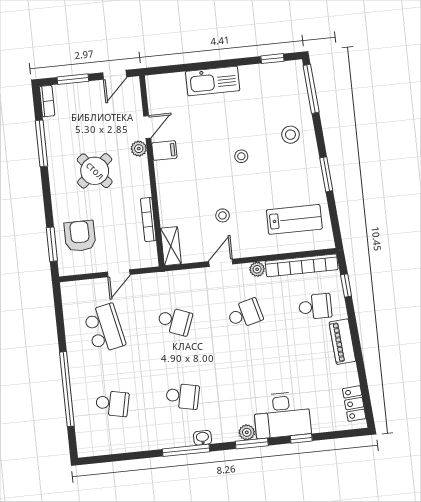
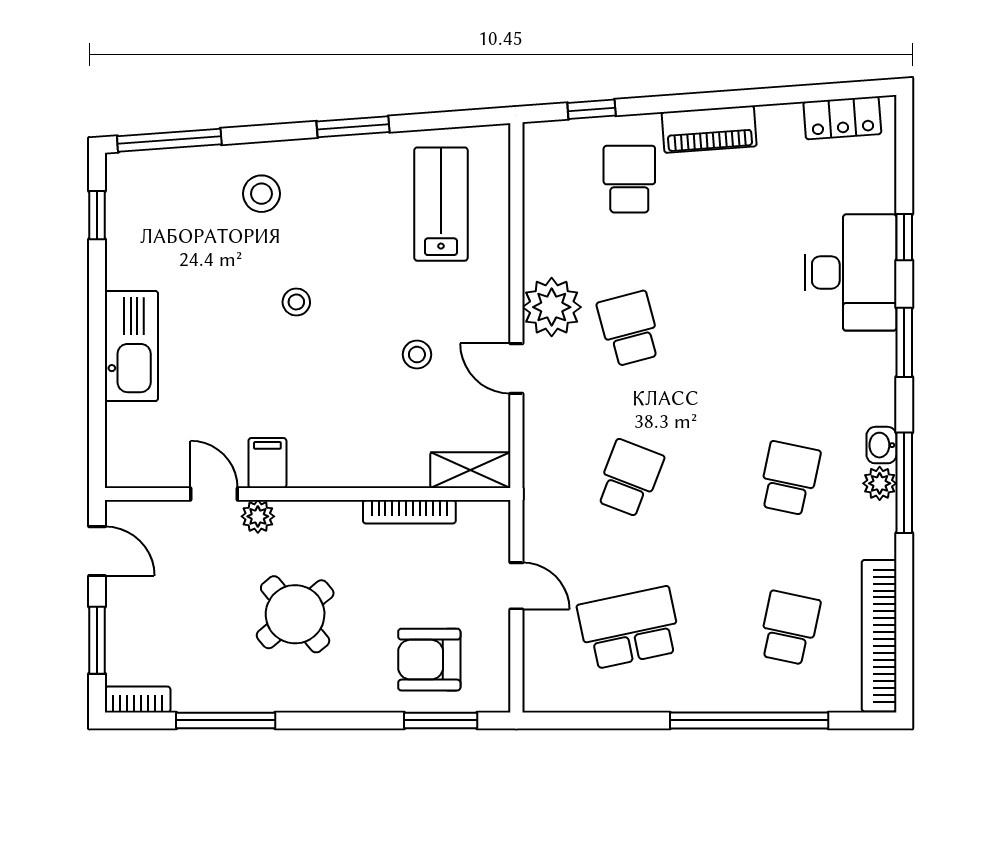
bookcase: (302, 265) -> (879, 636), moved, turned 180
plant: (257, 269) -> (552, 307), width x1.88, depth x1.88
plant: (247, 432) -> (880, 483), moved

